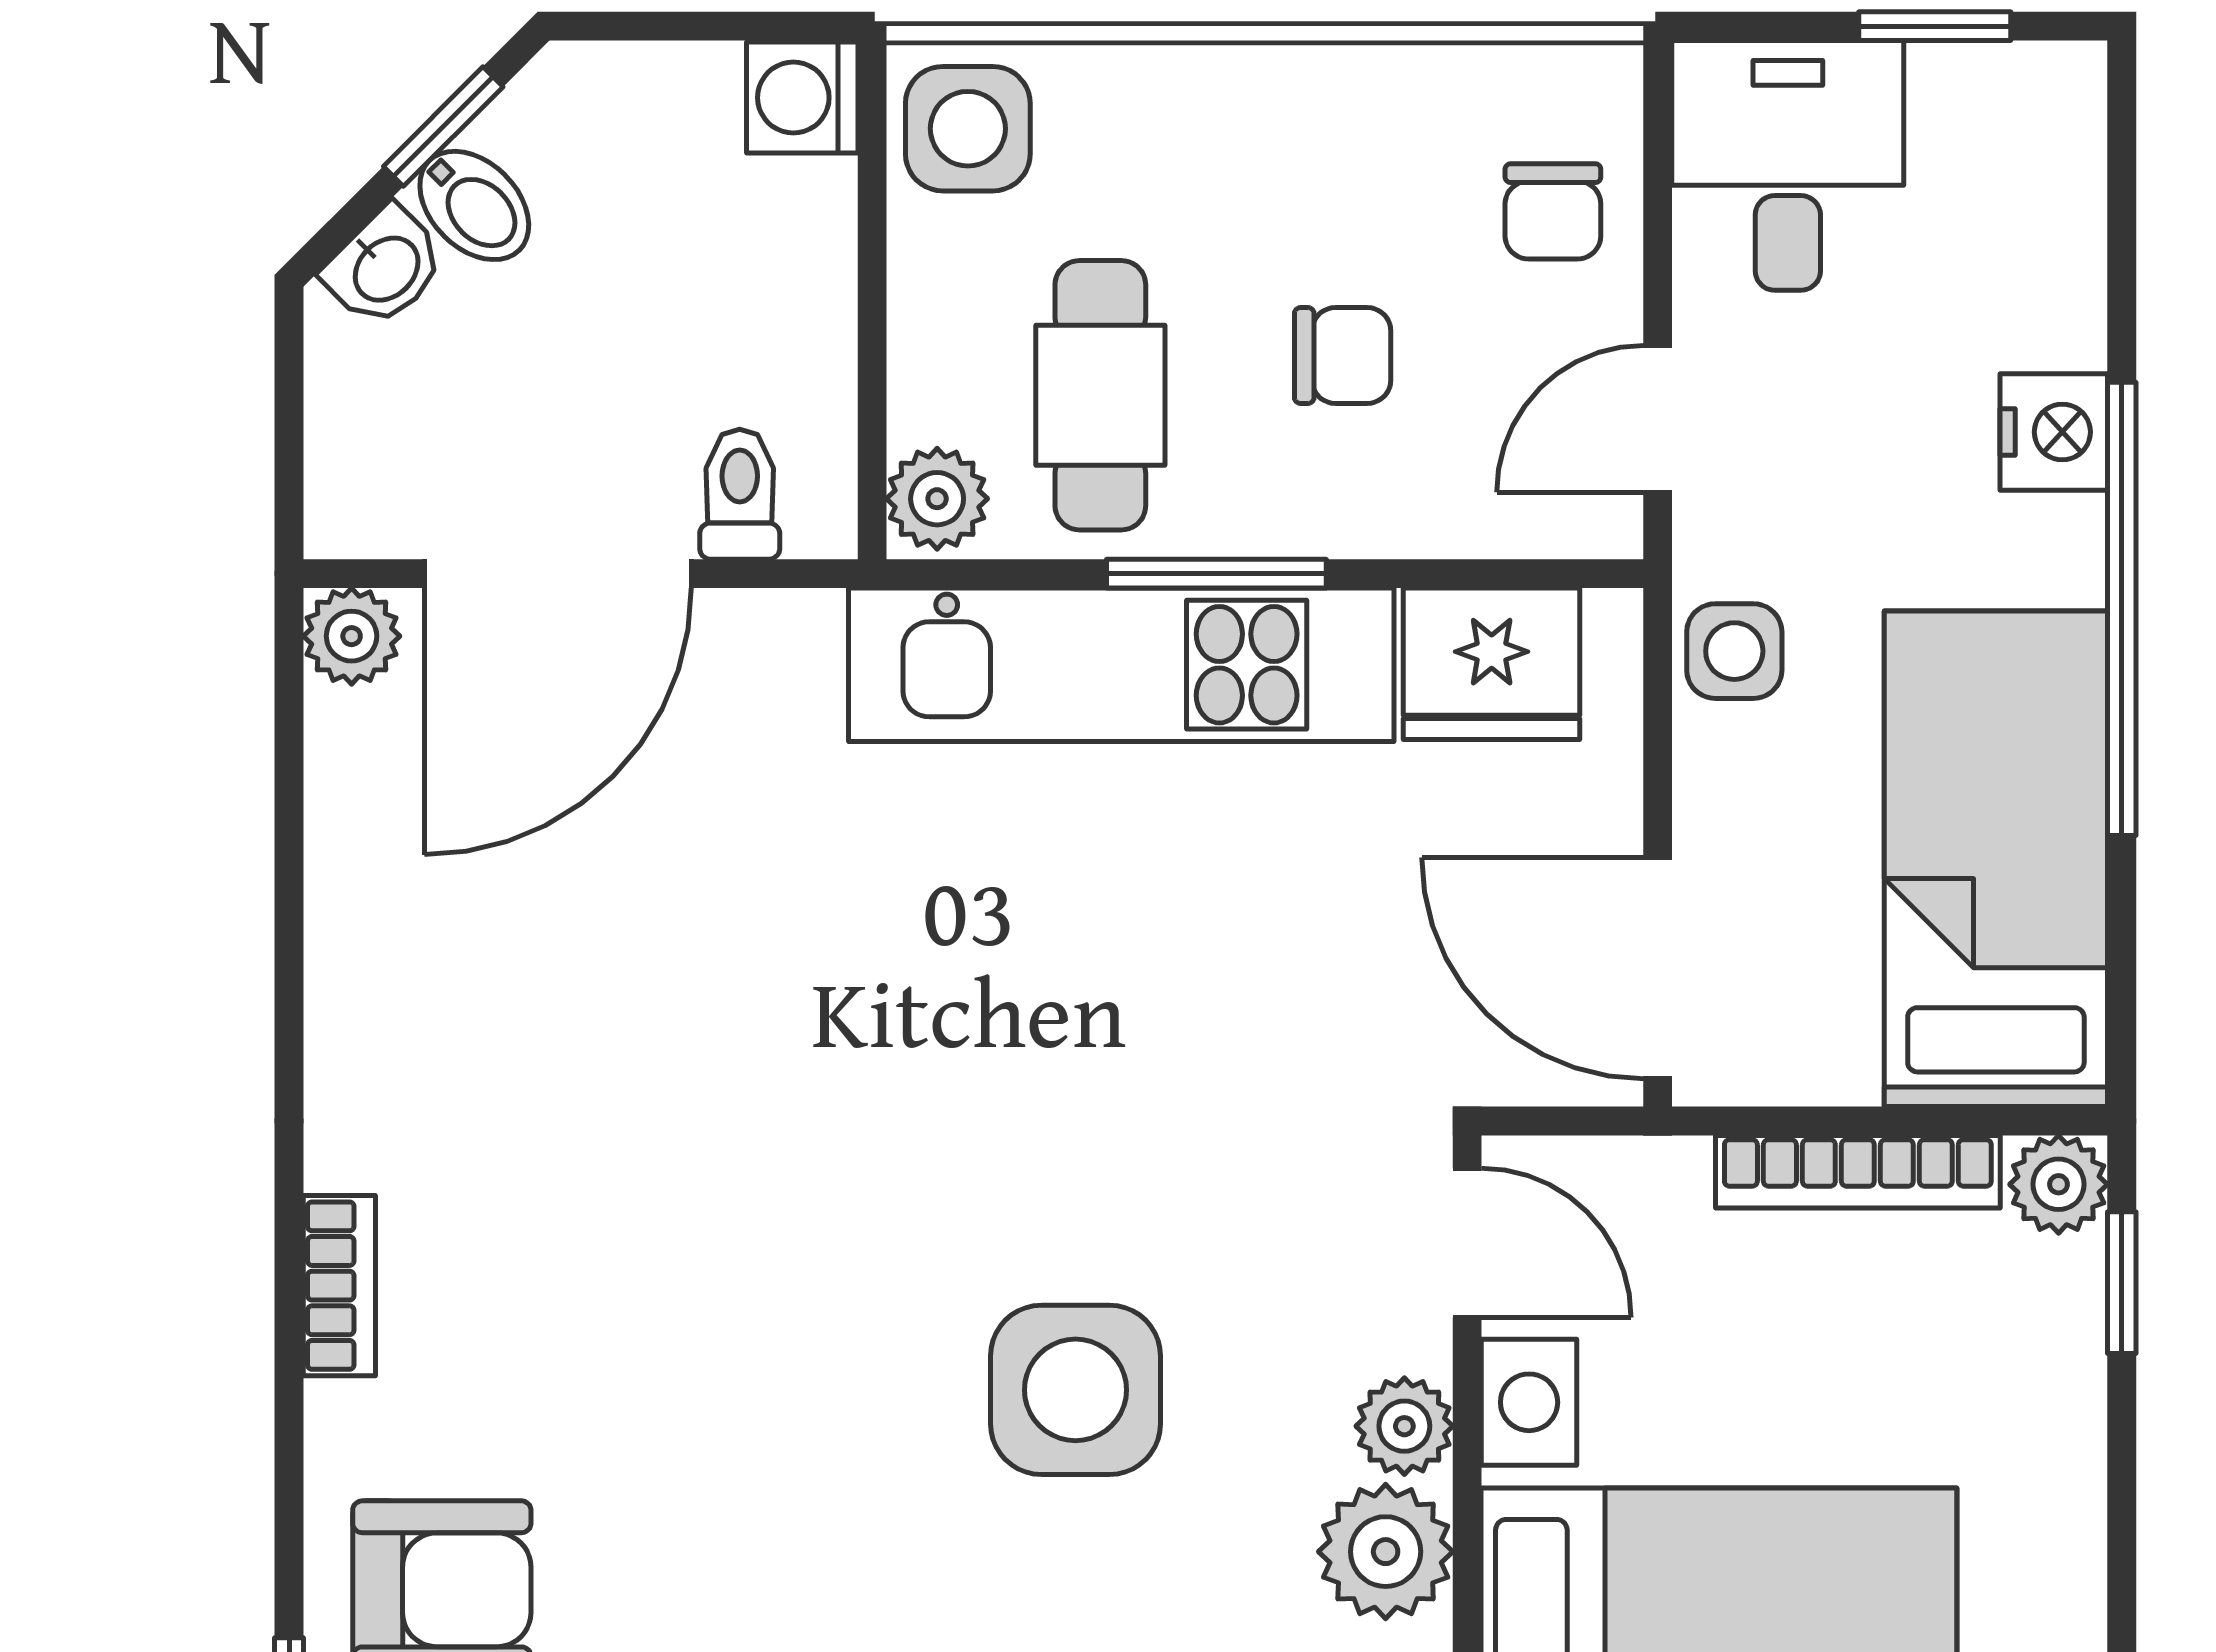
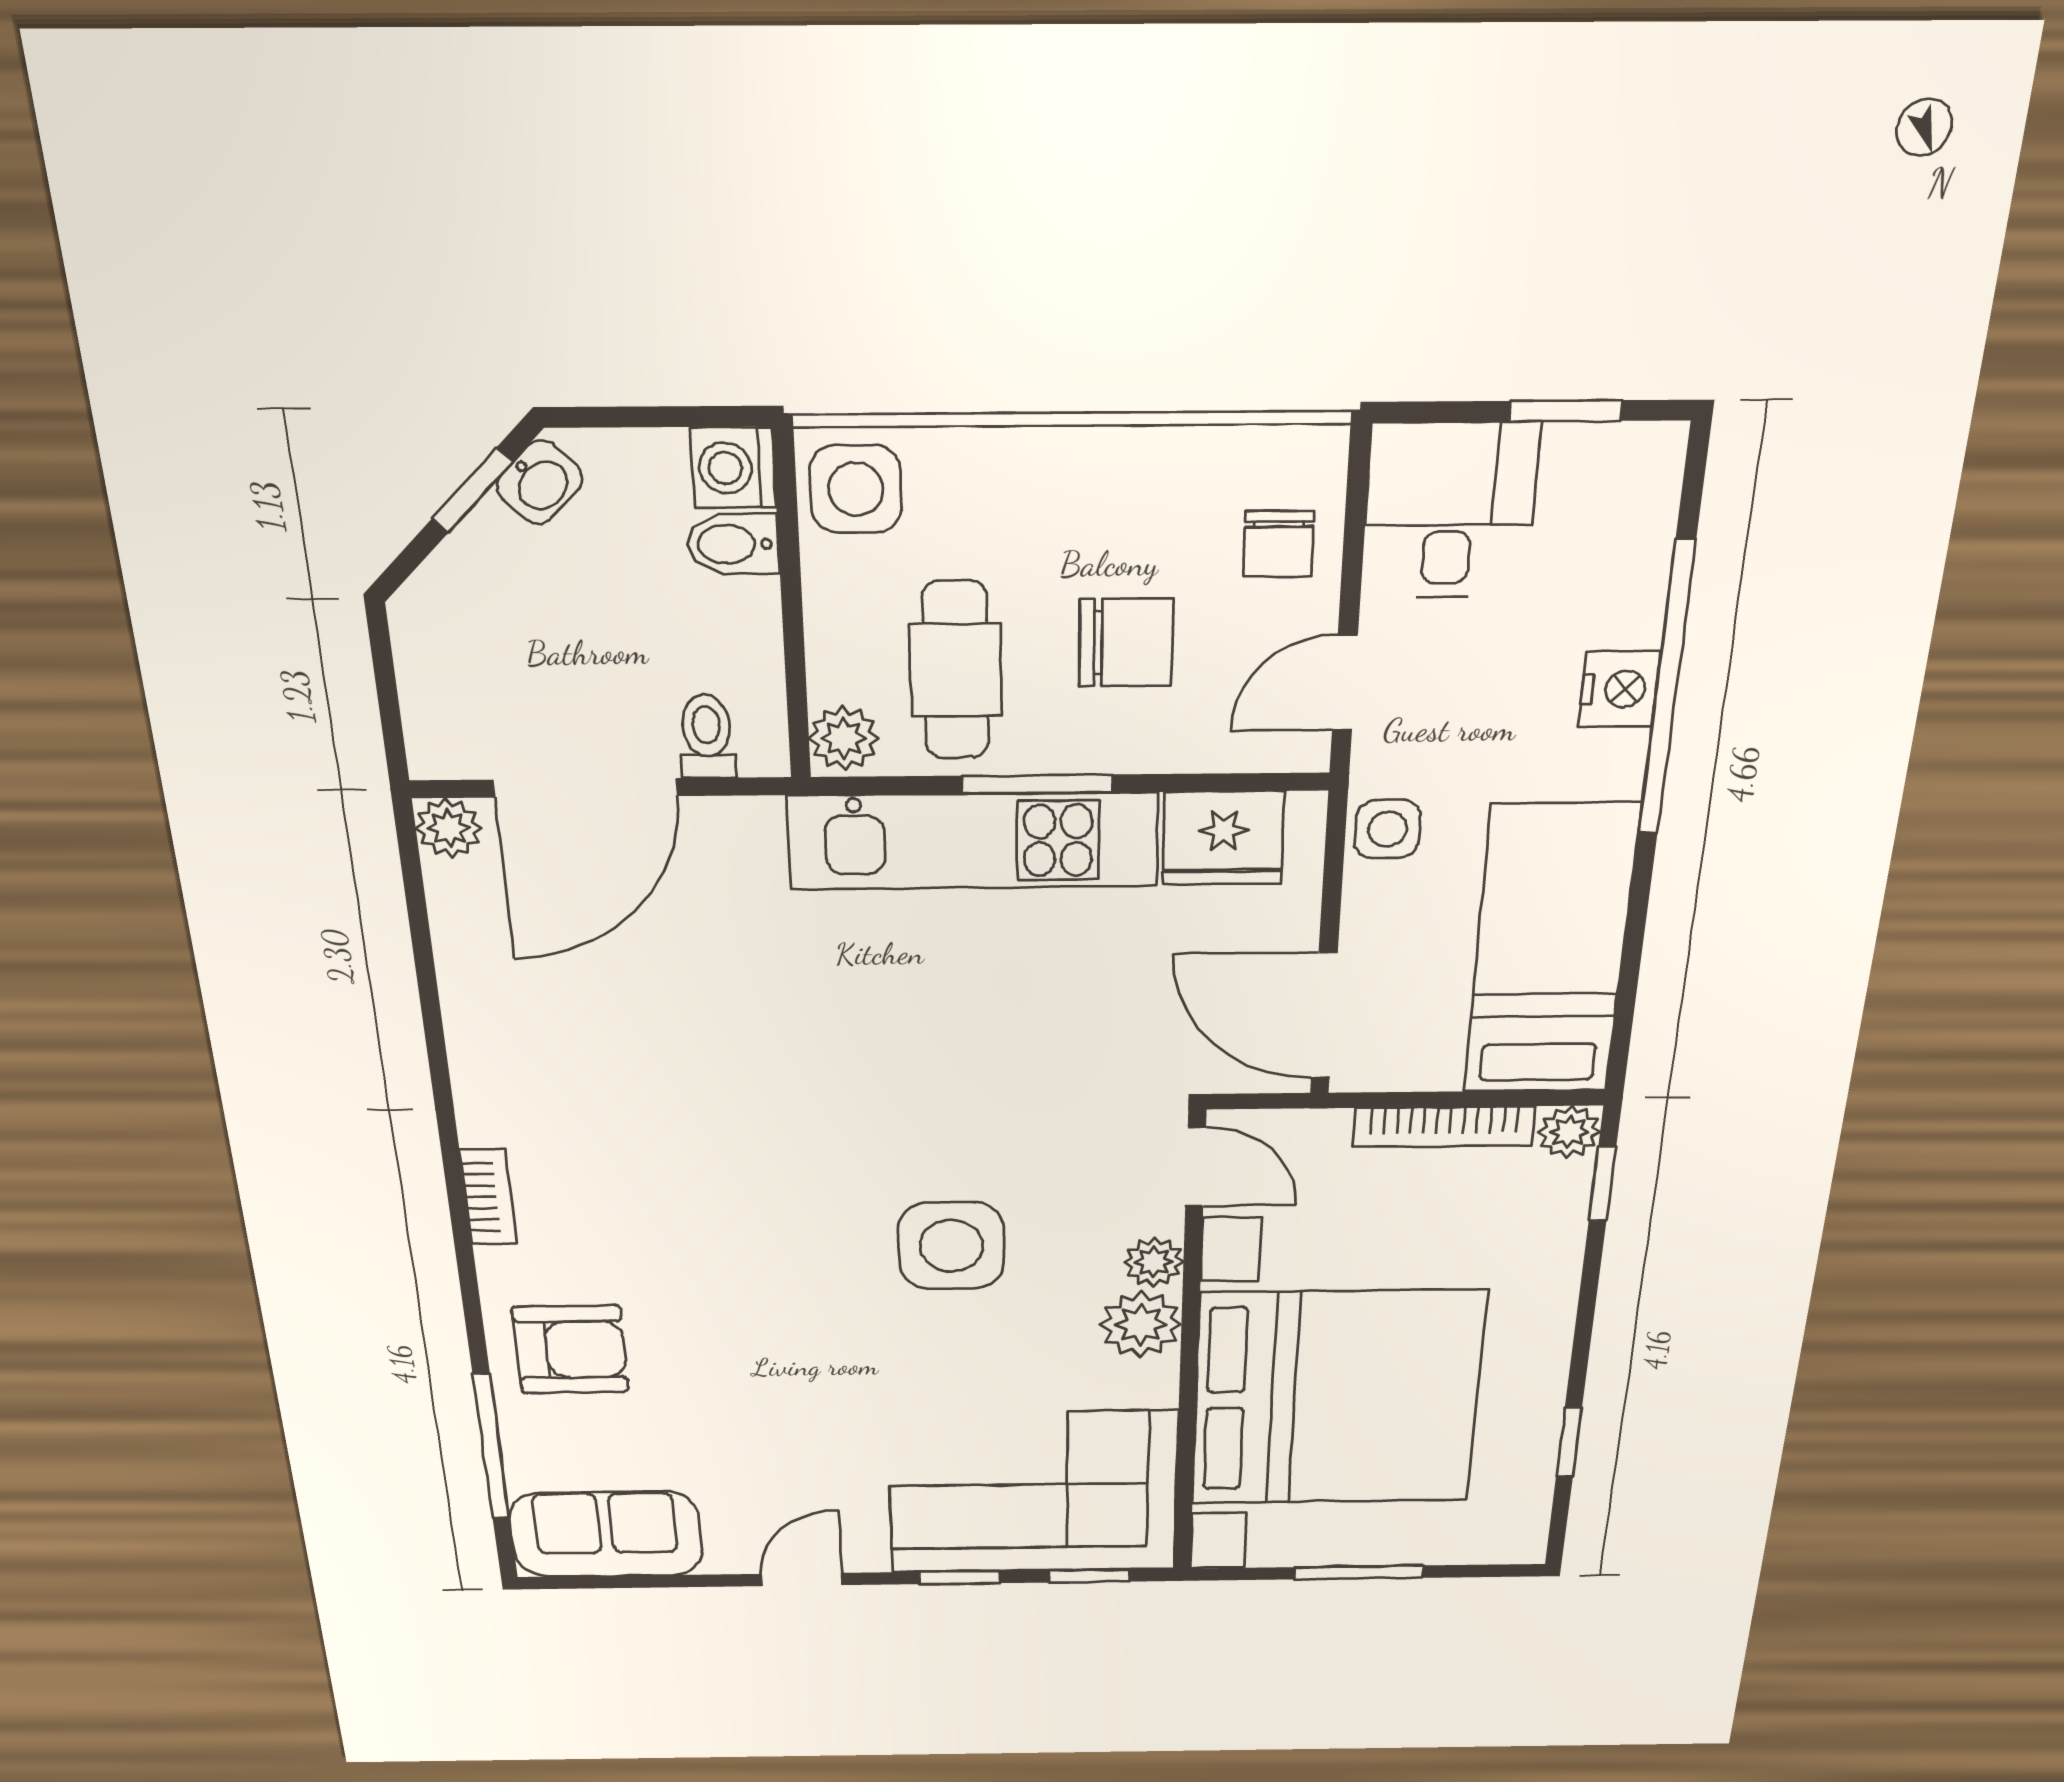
bidet: (474, 205) -> (733, 544), moved, turned 135
washbasin: (385, 267) -> (540, 482), moved
chair: (1343, 356) -> (1126, 643), width x1.37, depth x1.37
window: (2122, 609) -> (1666, 690), moved

